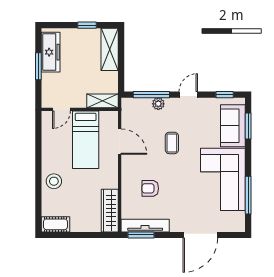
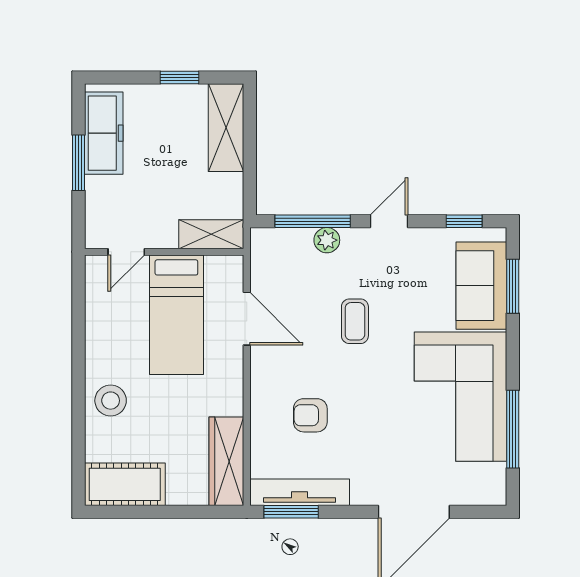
cot: (55, 224) -> (125, 484), width x1.37, depth x1.34

